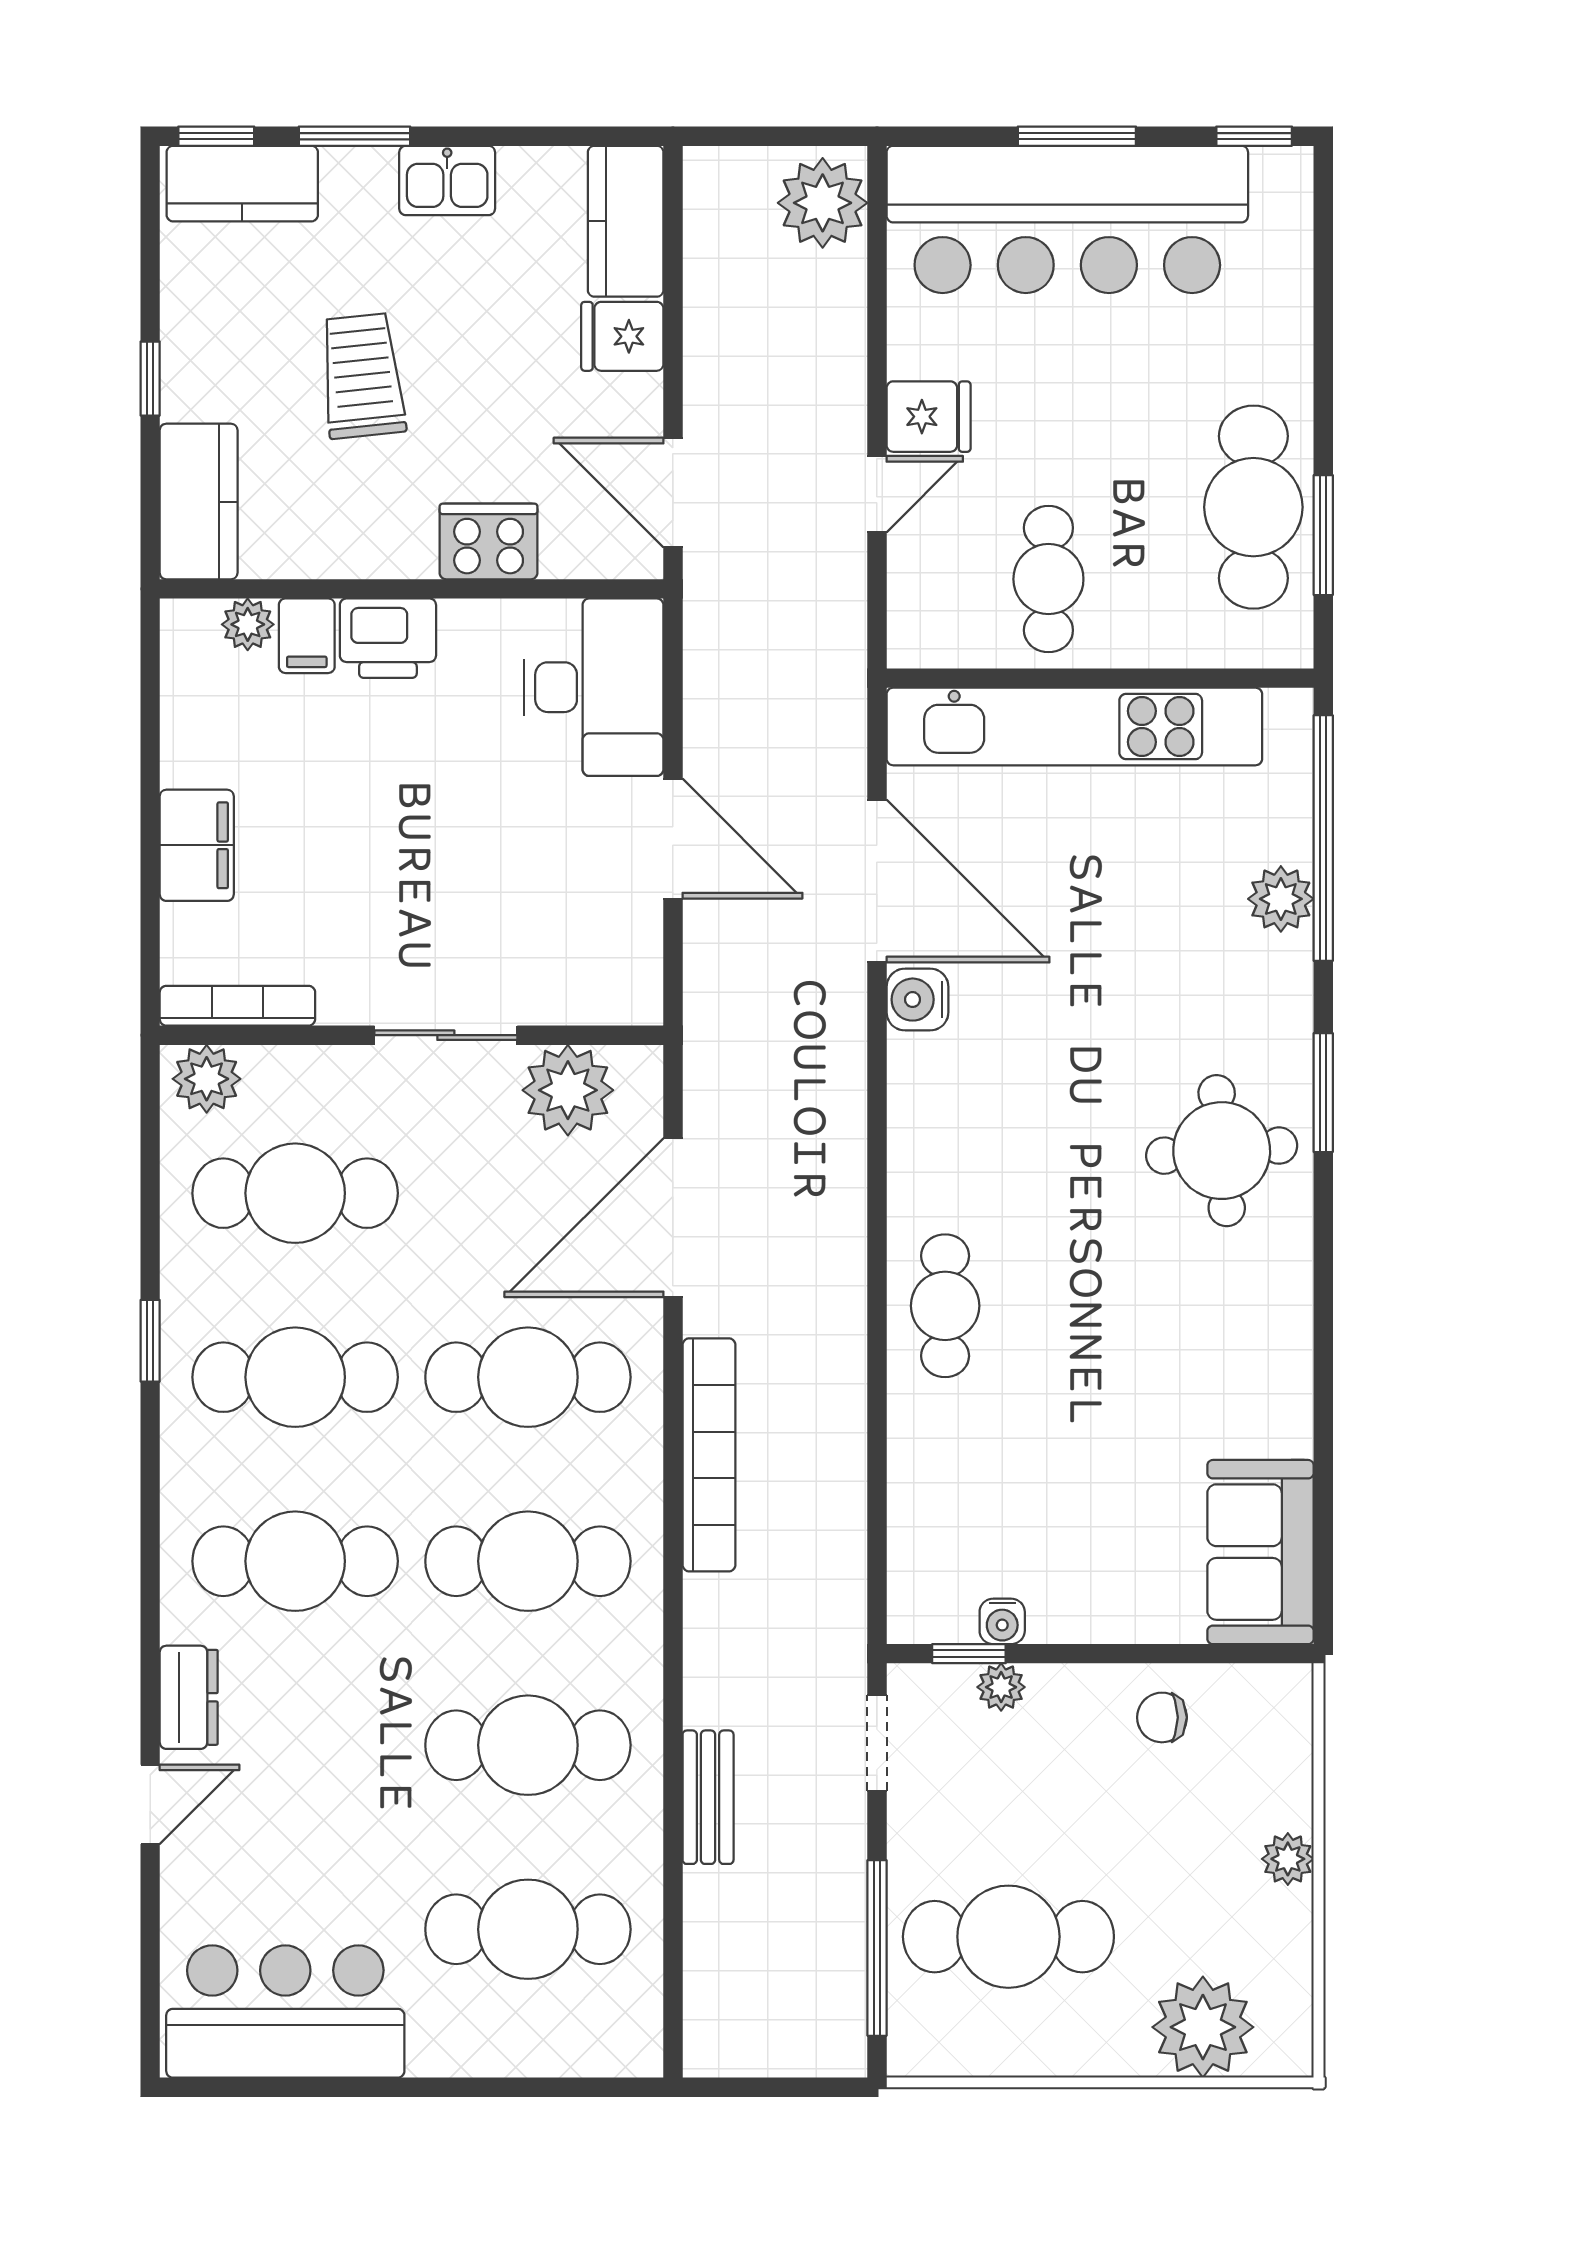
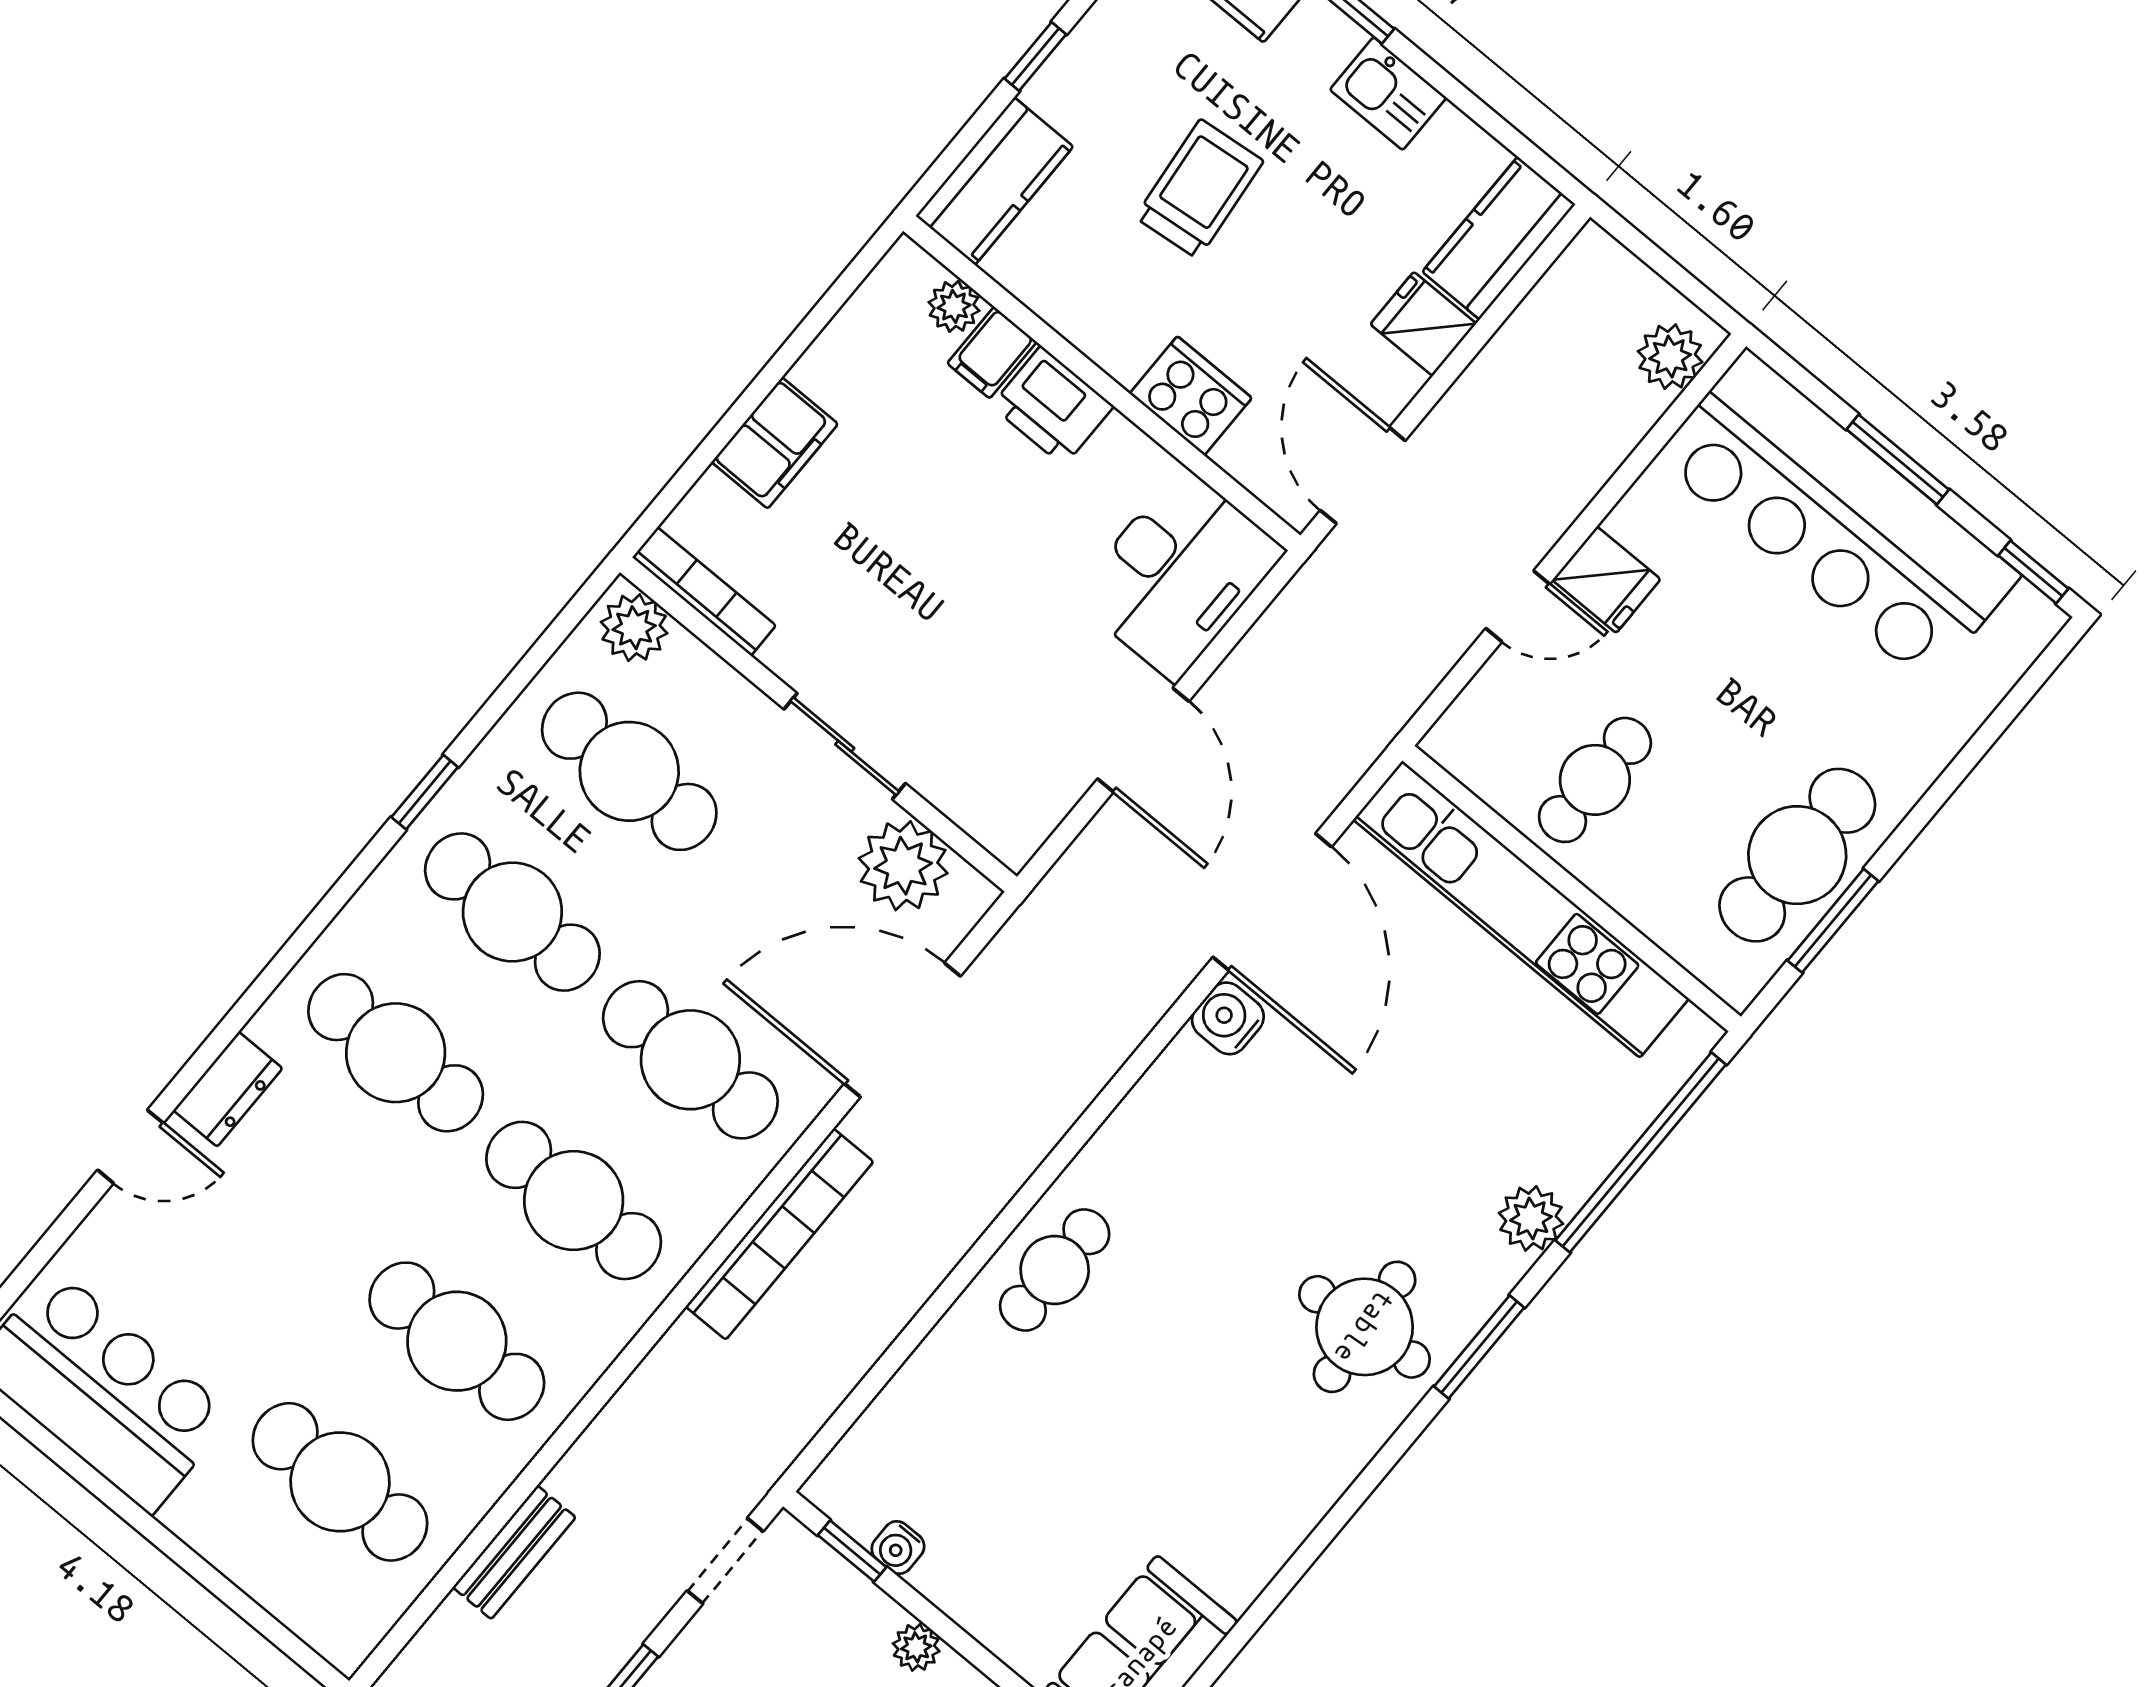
plant: (823, 203) -> (1670, 357), width x0.73, depth x0.73
plant: (1281, 899) -> (1531, 1218), moved
plant: (1001, 1687) -> (916, 1647), moved
bench: (708, 1797) -> (514, 1552), moved

